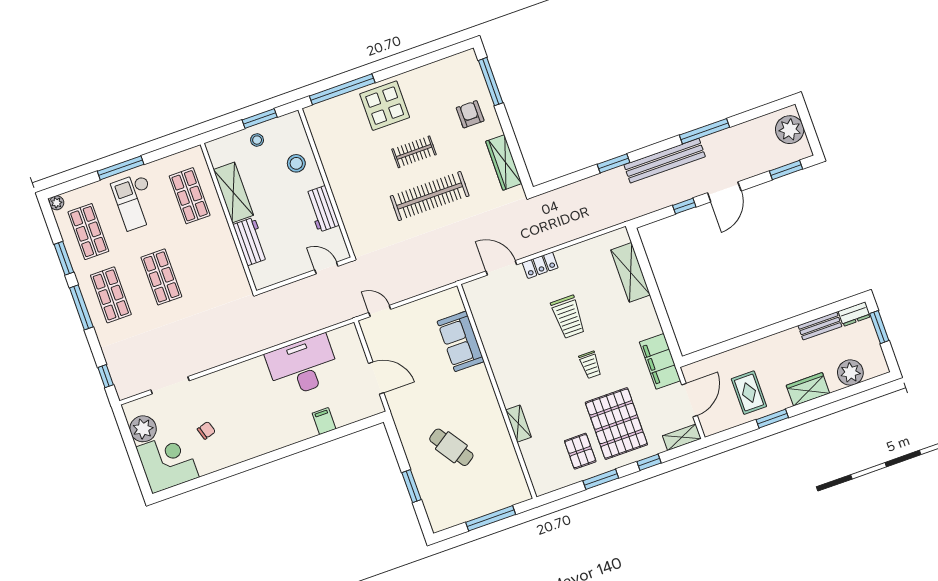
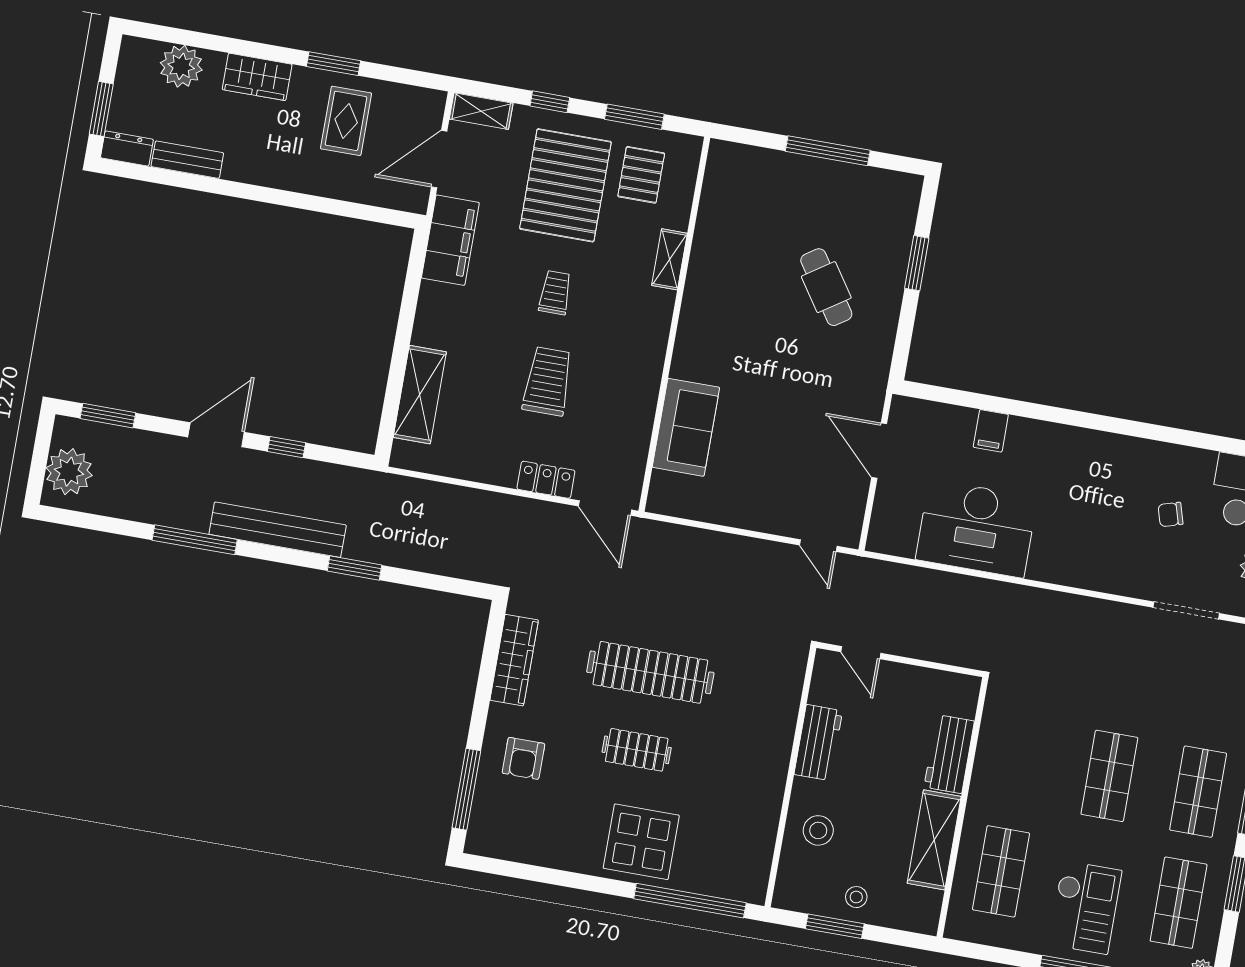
sofa: (461, 341) -> (686, 427), moved
wall: (497, 391) -> (674, 324), moved
shelving: (518, 424) -> (669, 259), moved

